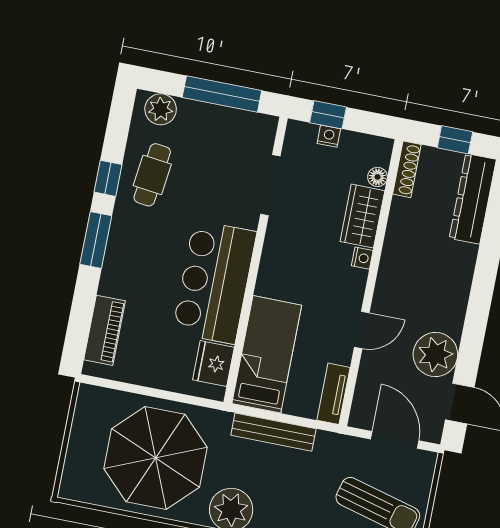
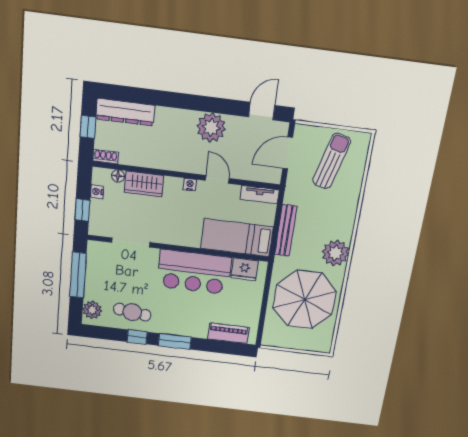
nightstand: (329, 136) -> (97, 192), moved
shoe rack: (407, 169) -> (106, 157), width x0.70
nightstand: (362, 258) -> (190, 185), moved
plant: (435, 355) -> (211, 128), moved

